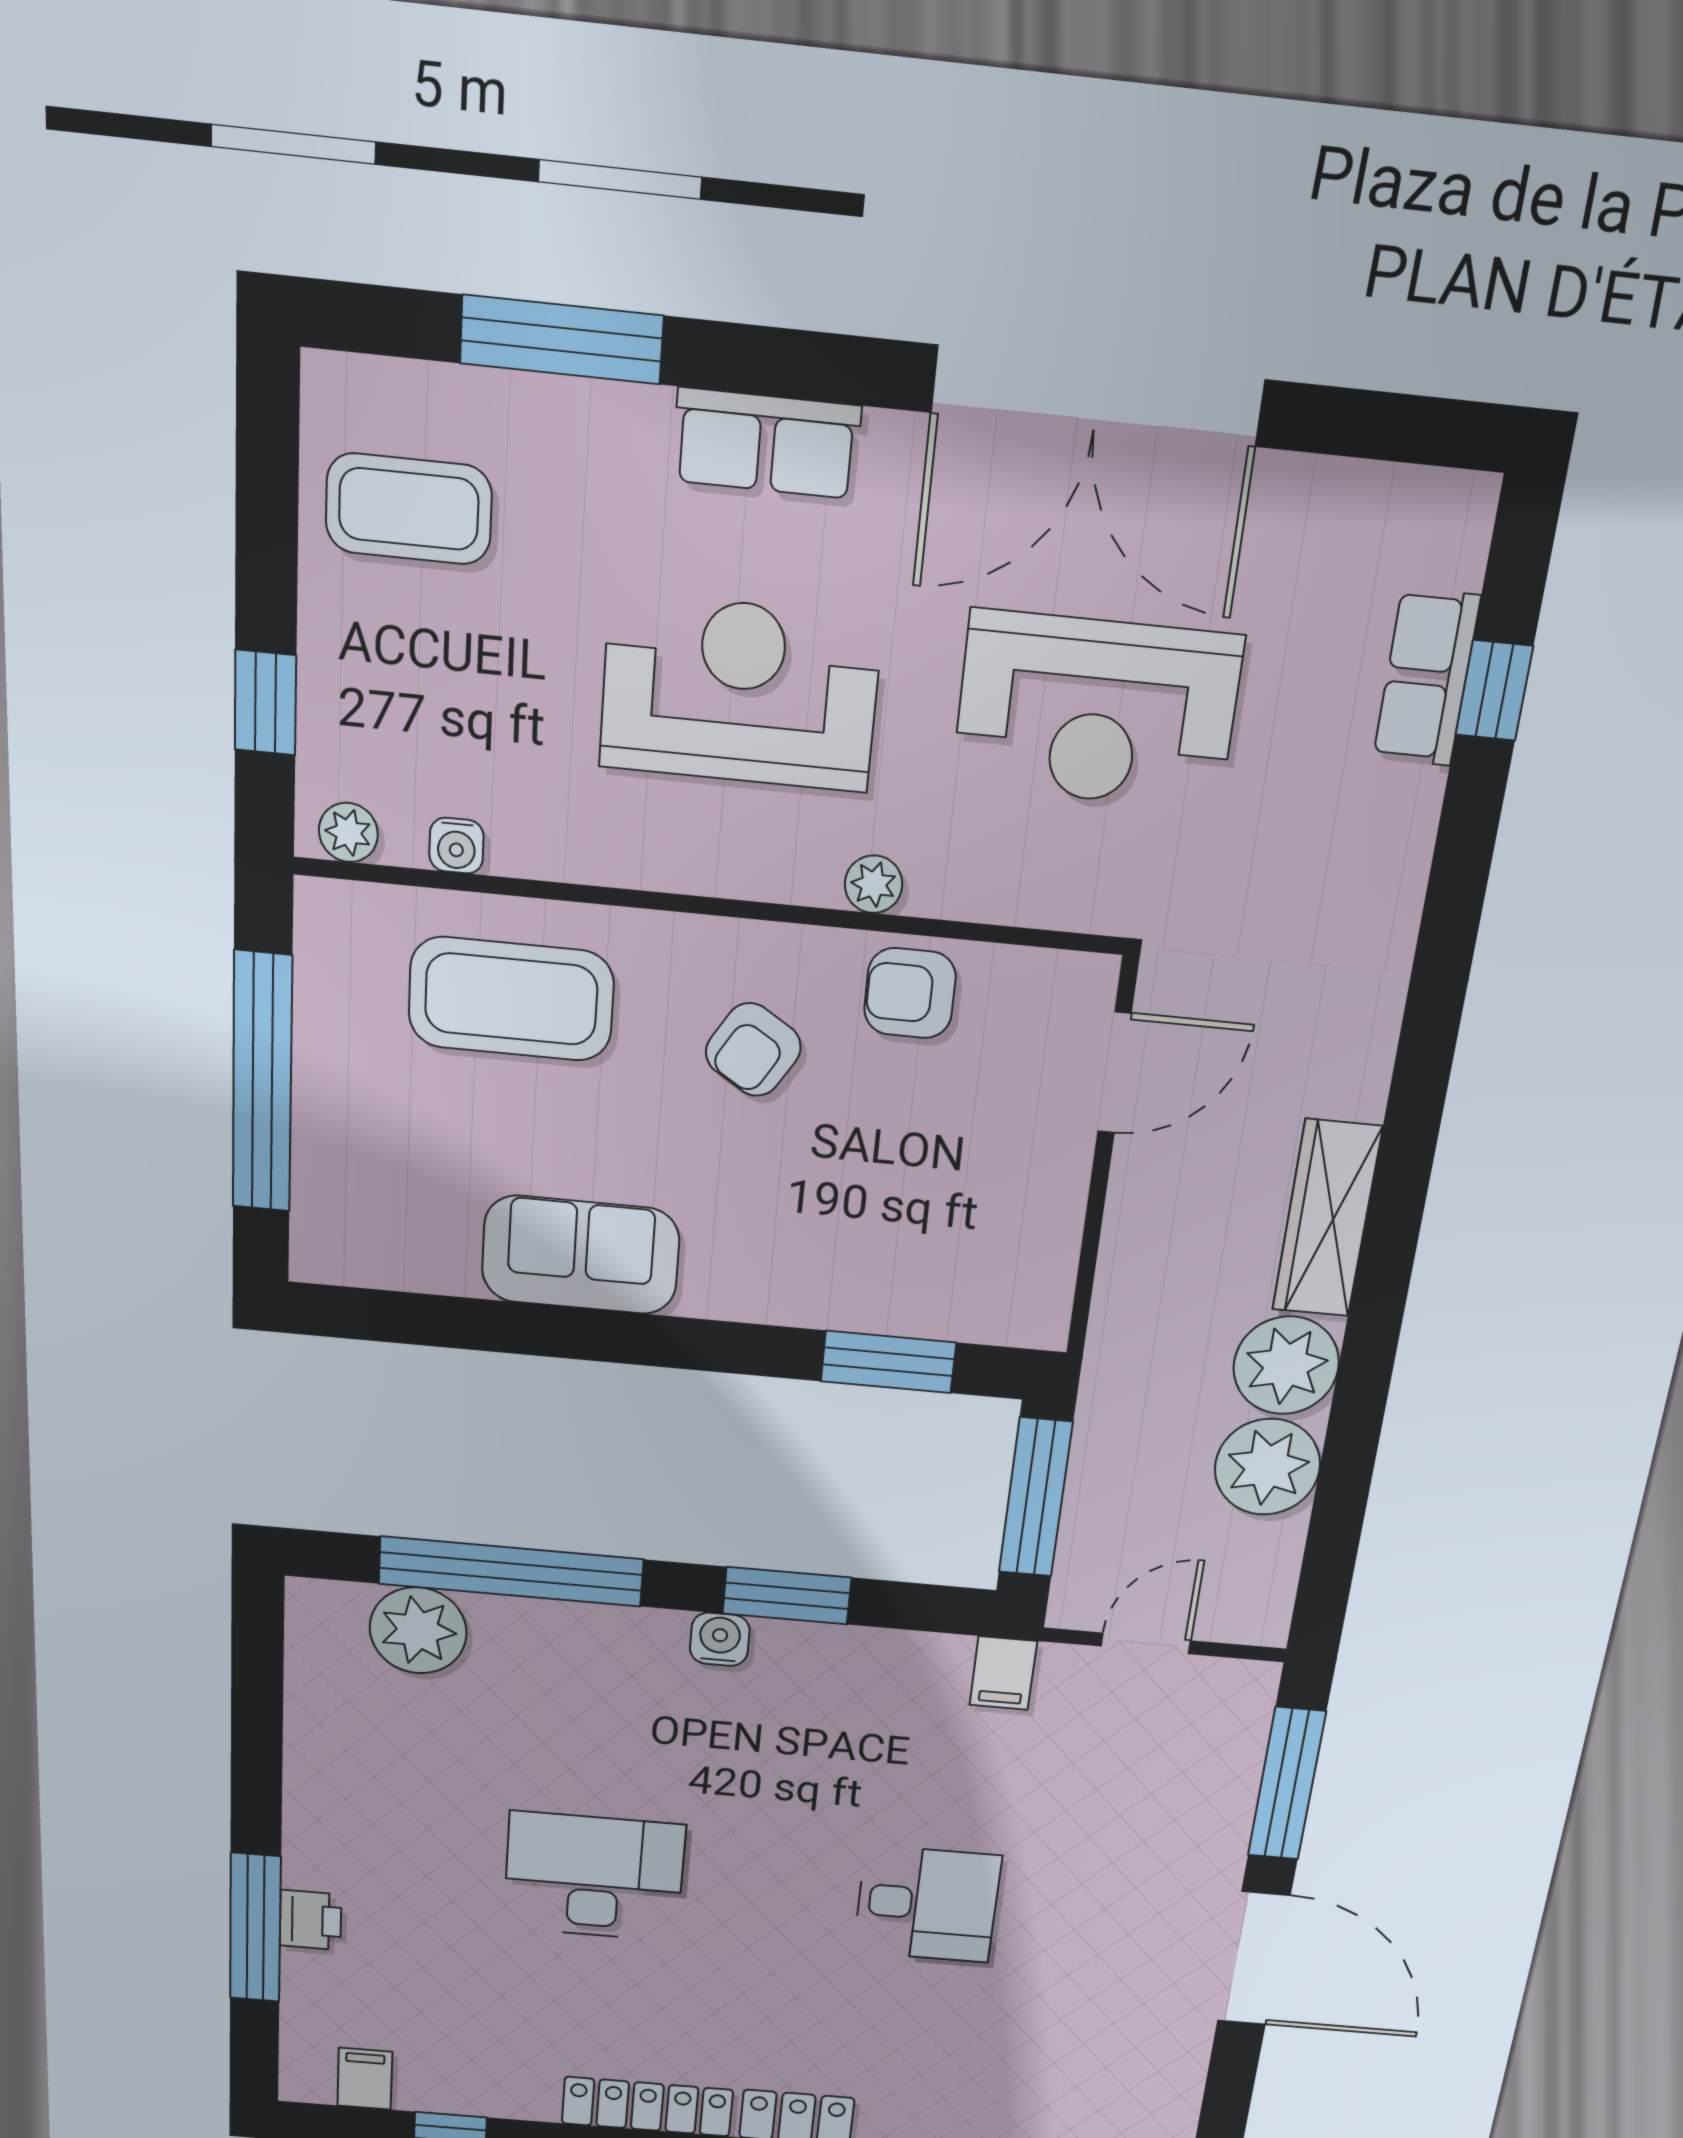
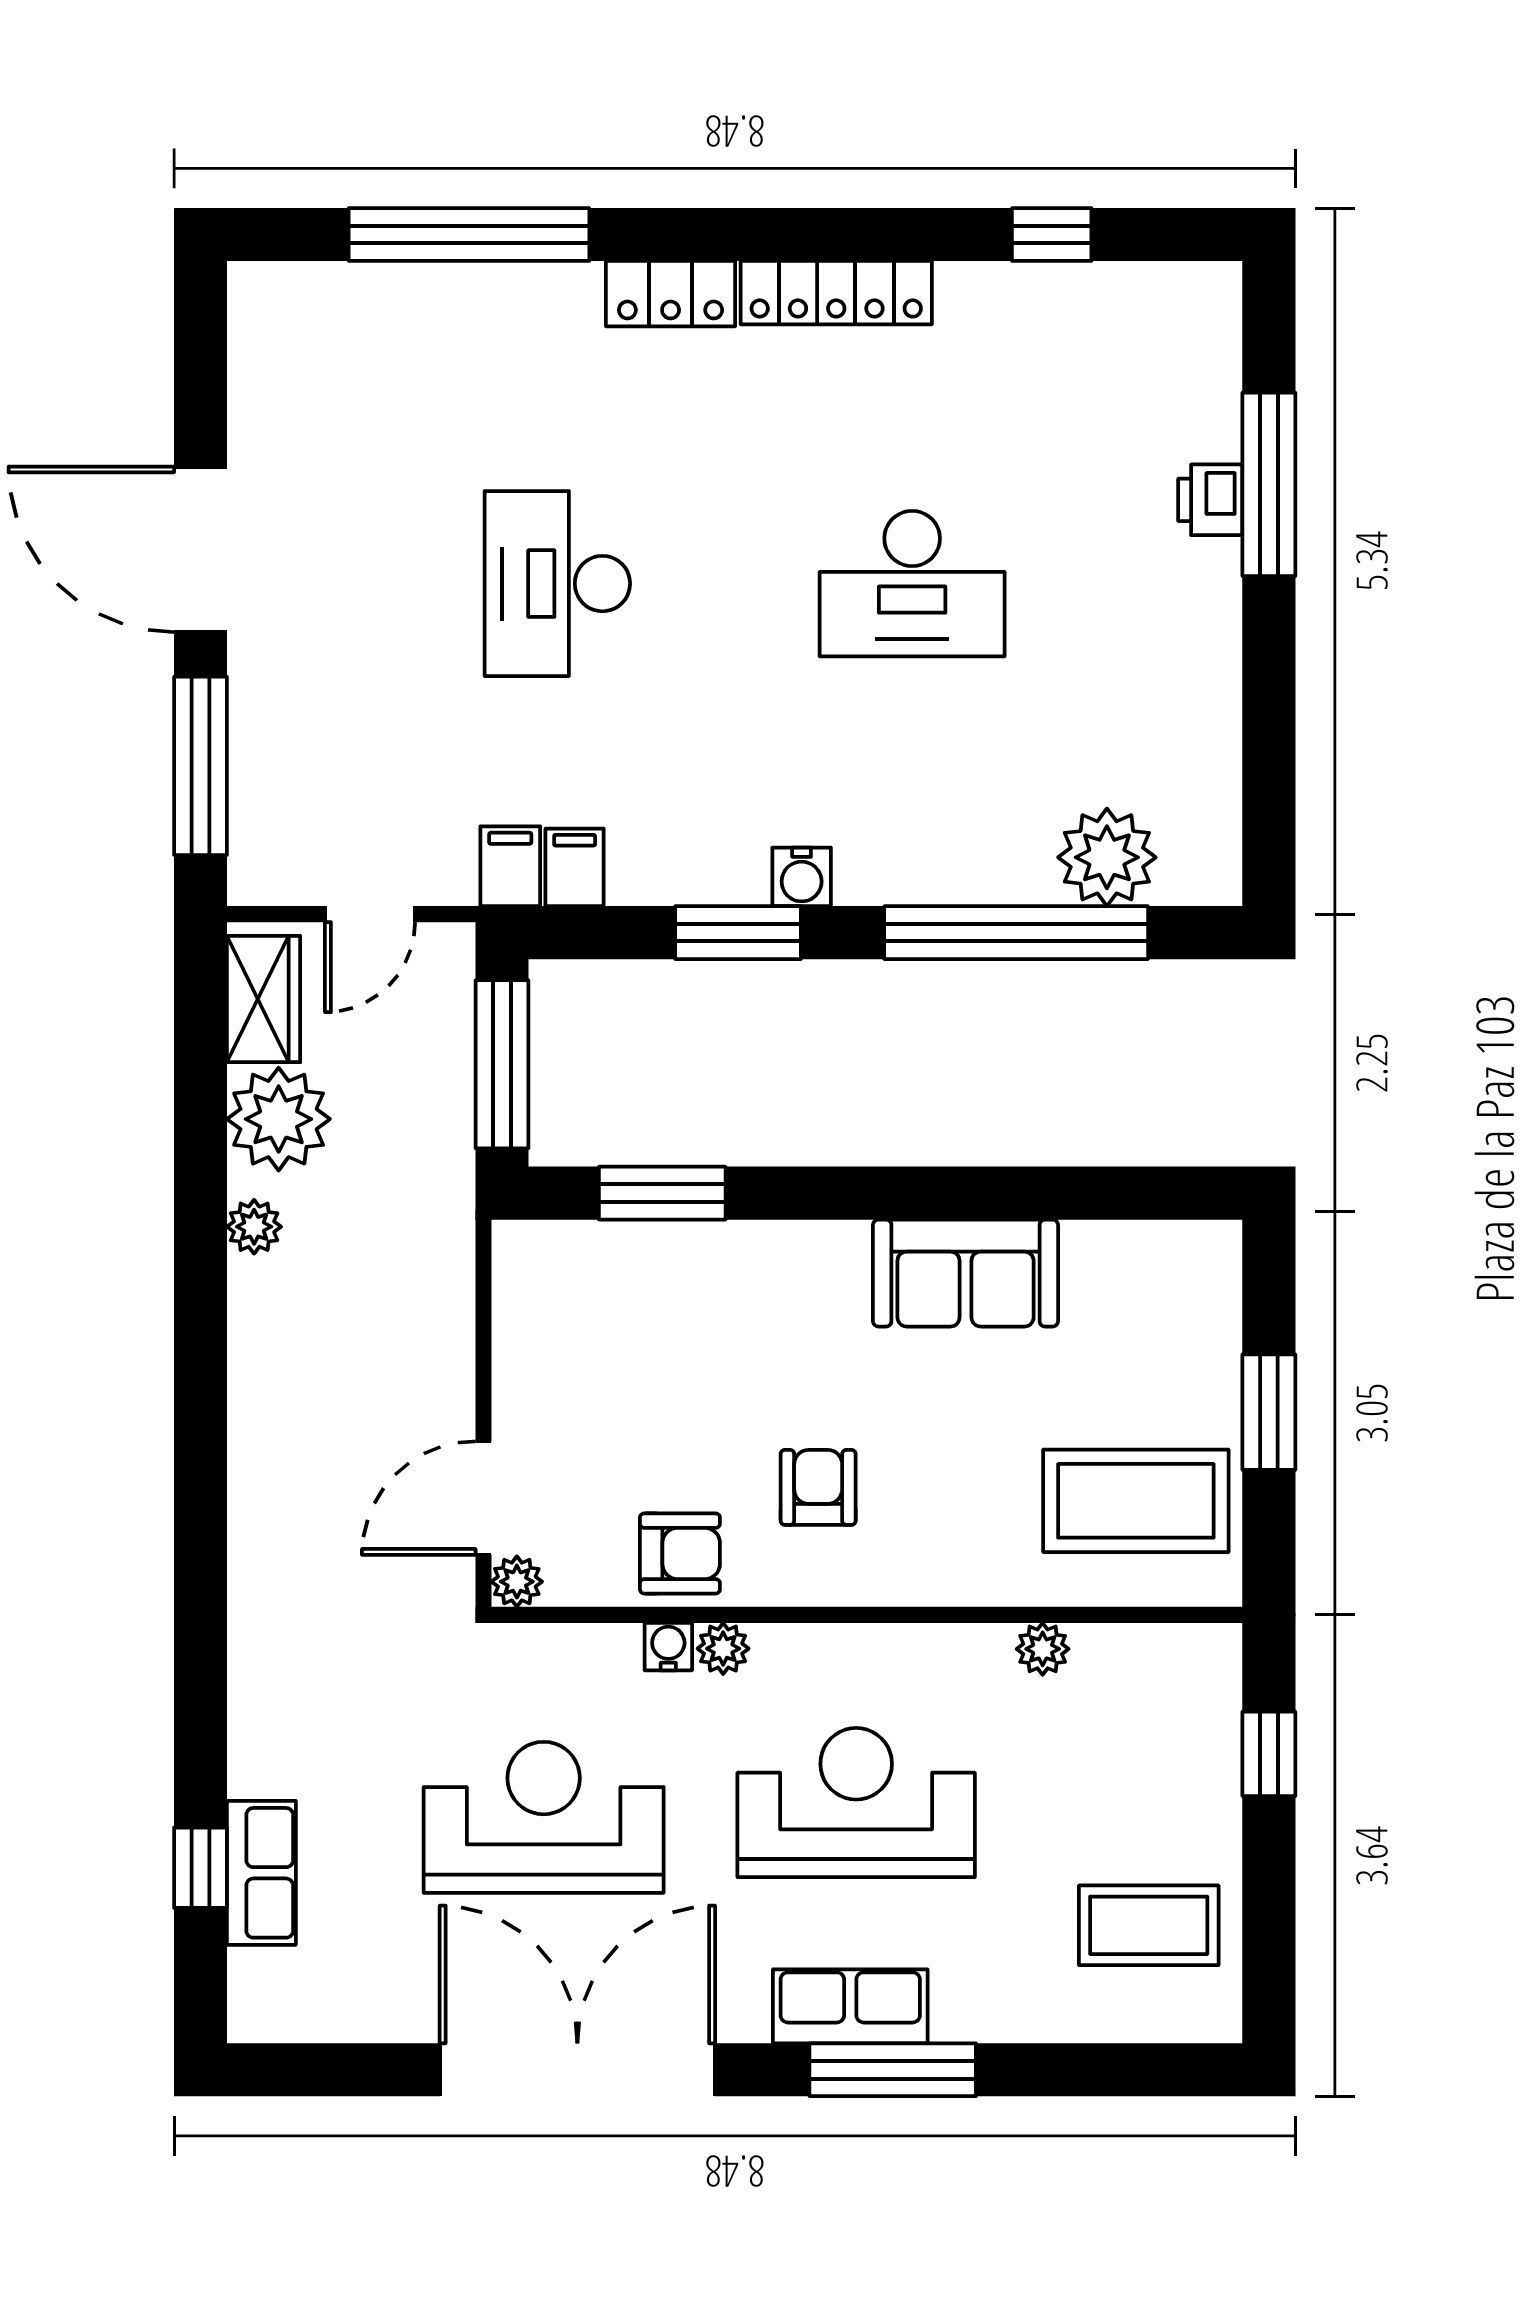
window: (562, 339) -> (893, 2070), moved
reception desk: (740, 692) -> (856, 1803), turned 180
plant: (348, 832) -> (1043, 1649), moved
water cooler: (456, 846) -> (668, 1647), moved
plant: (1091, 980) -> (517, 1582), added
coffee table: (511, 999) -> (1136, 1501), moved
armchair: (753, 1050) -> (818, 1487), turned -32
window: (262, 1083) -> (1269, 1412), width x0.47
wardrobe: (1327, 1219) -> (264, 999), moved, width x0.67
plant: (1286, 1365) -> (254, 1227), width x0.53, depth x0.53
desk: (927, 1904) -> (557, 584), width x1.37
filing cabinet: (365, 2079) -> (575, 867), moved, turned 180

